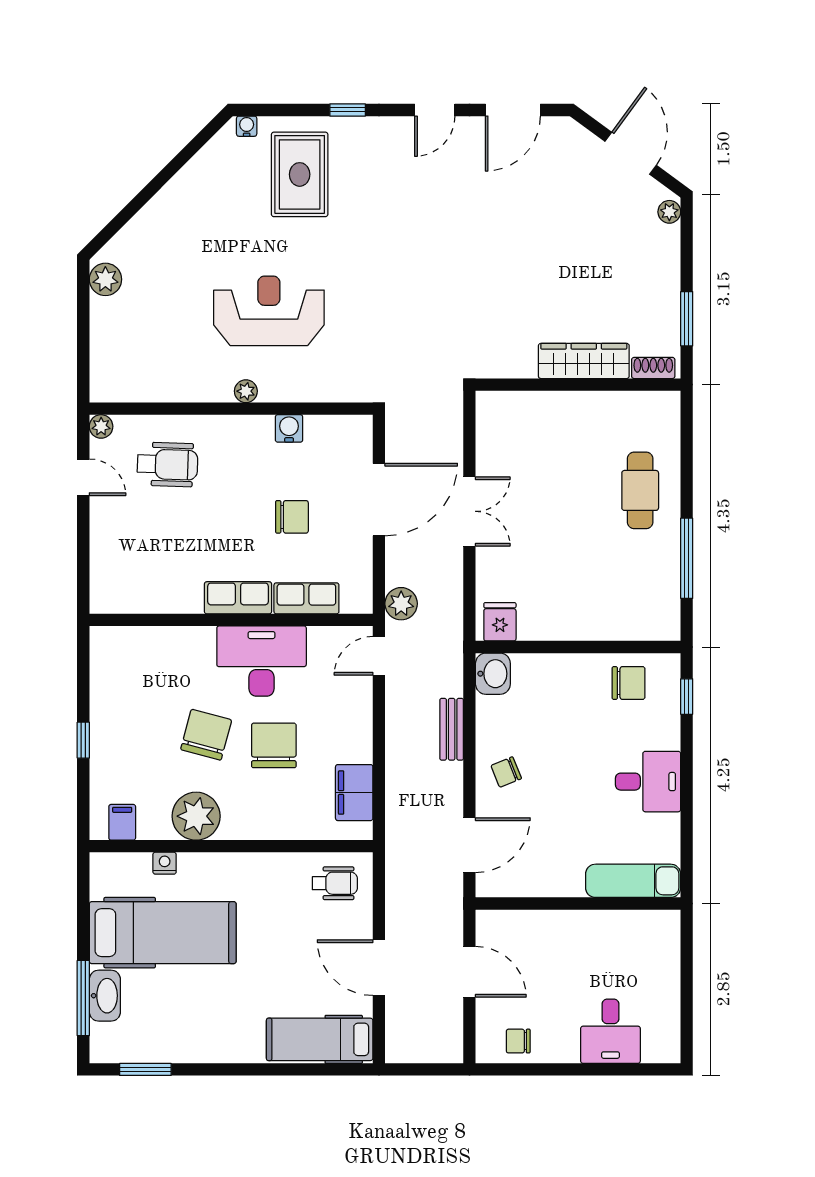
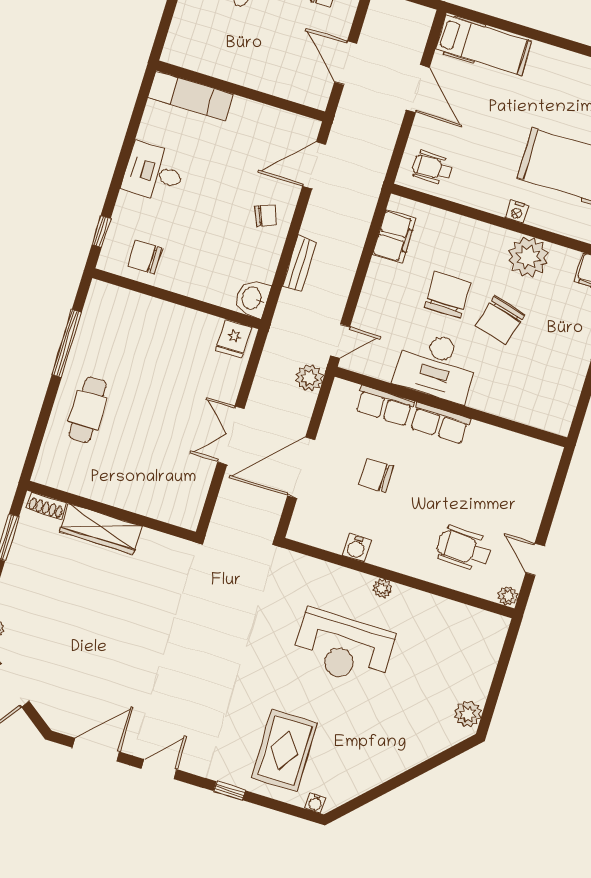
chair: (274, 745) -> (448, 295), turned 180
nightstand: (165, 863) -> (517, 212), moved

